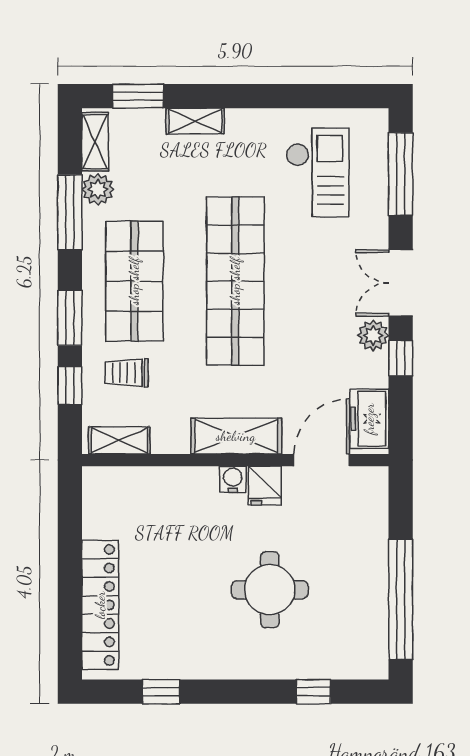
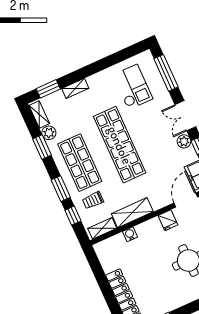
window: (70, 212) -> (42, 147), width x0.69
shelving: (236, 436) -> (132, 213), moved
water cooler: (233, 479) -> (130, 234), moved

